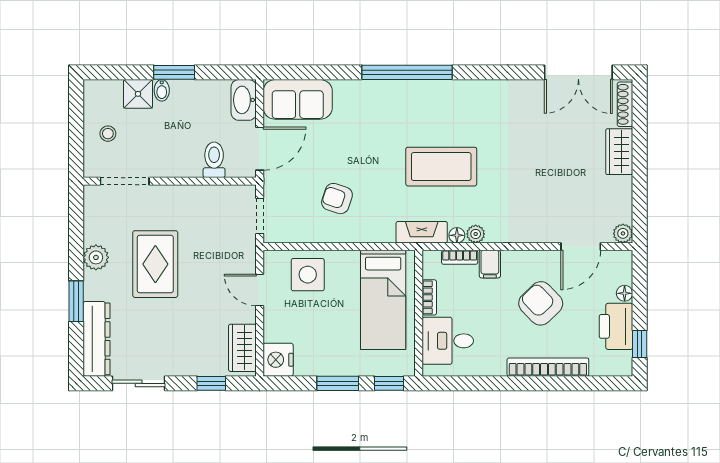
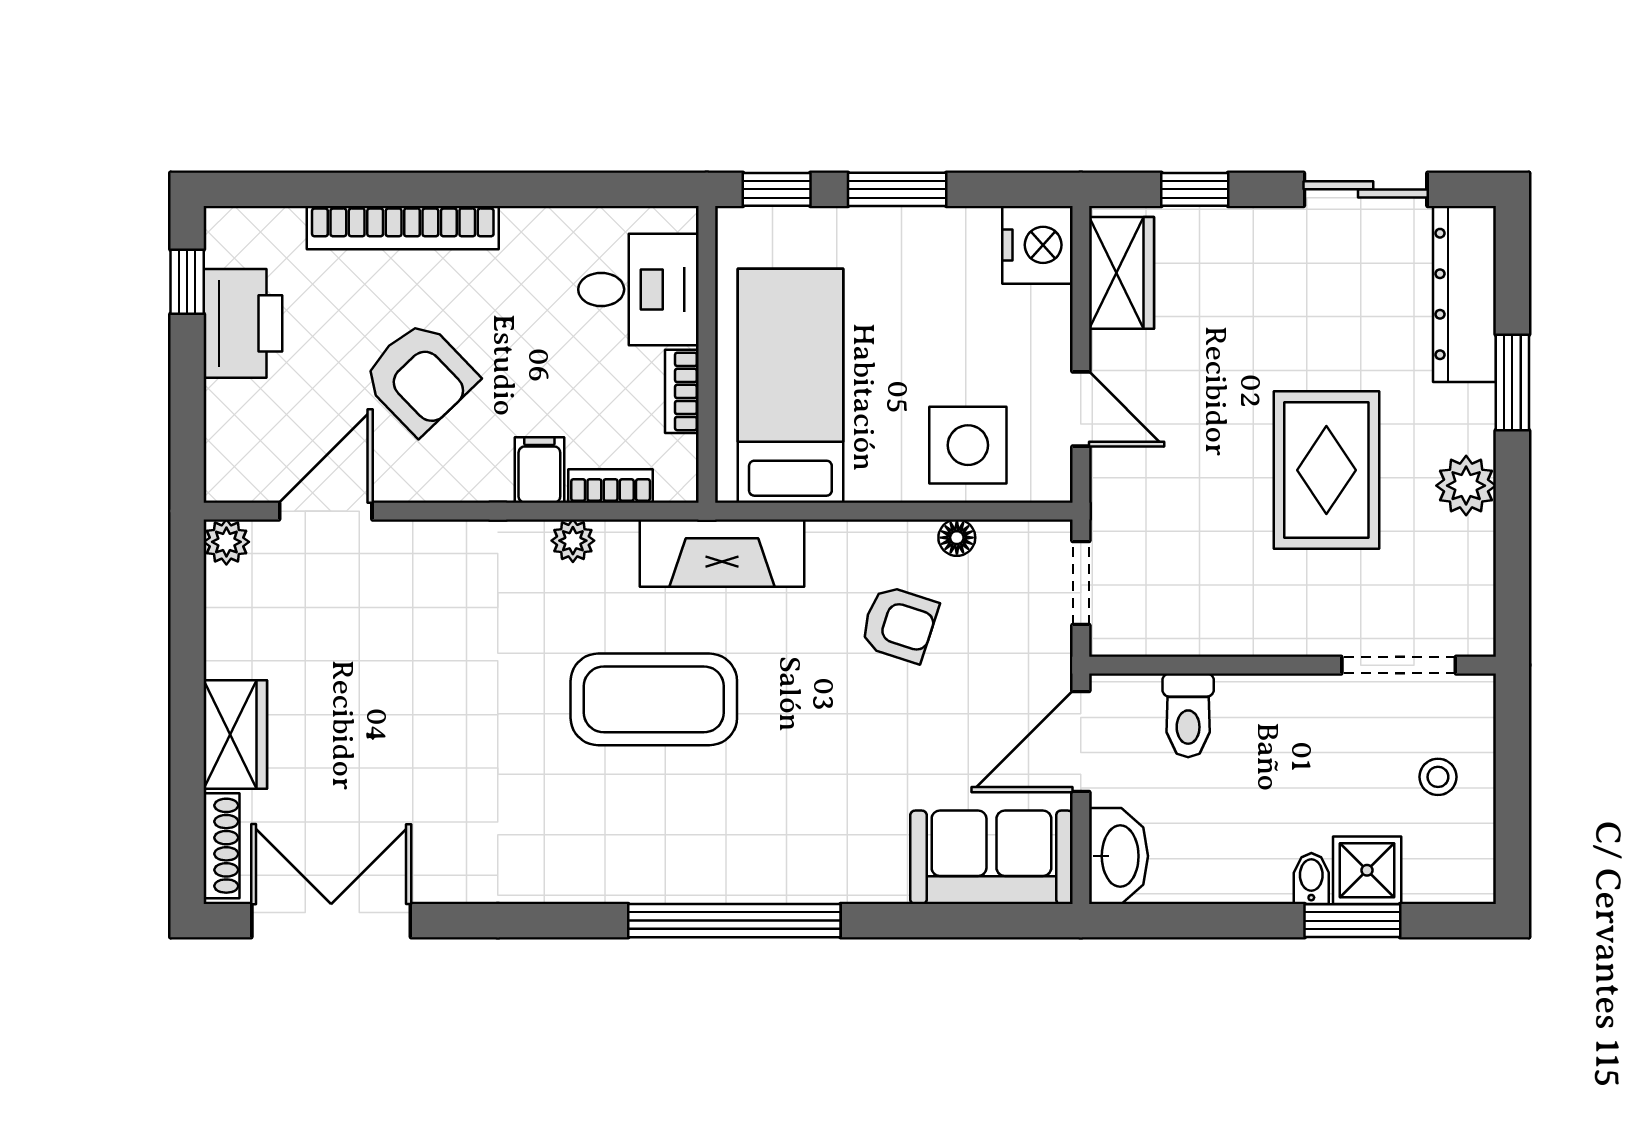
window: (174, 72) -> (1352, 921), moved
fireplace: (422, 232) -> (722, 553), width x1.37, depth x1.32
floor lamp: (457, 235) -> (957, 538), moved
floor lamp: (625, 293) -> (223, 401), removed

